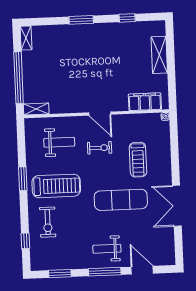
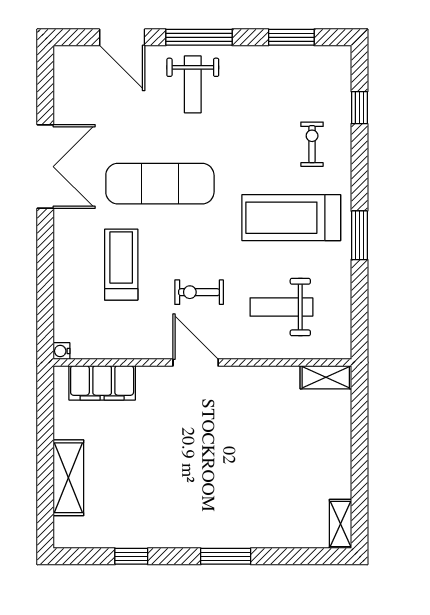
window: (19, 78) -> (359, 443), removed
exercise bike: (48, 222) -> (312, 144), width x0.73, depth x0.72
weight bench: (107, 249) -> (193, 84), turned 90

